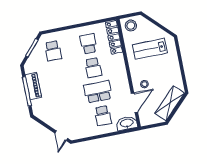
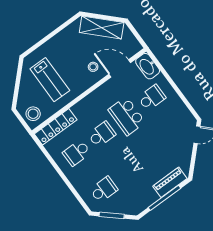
piano: (33, 86) -> (170, 182), moved

